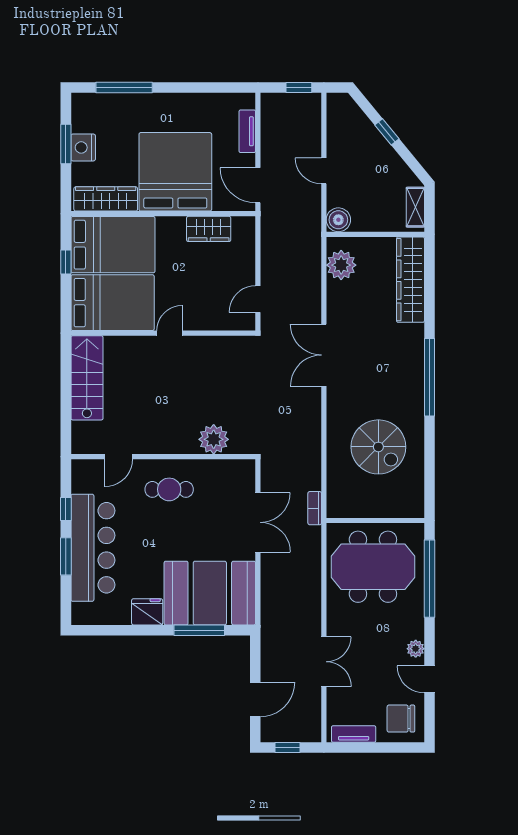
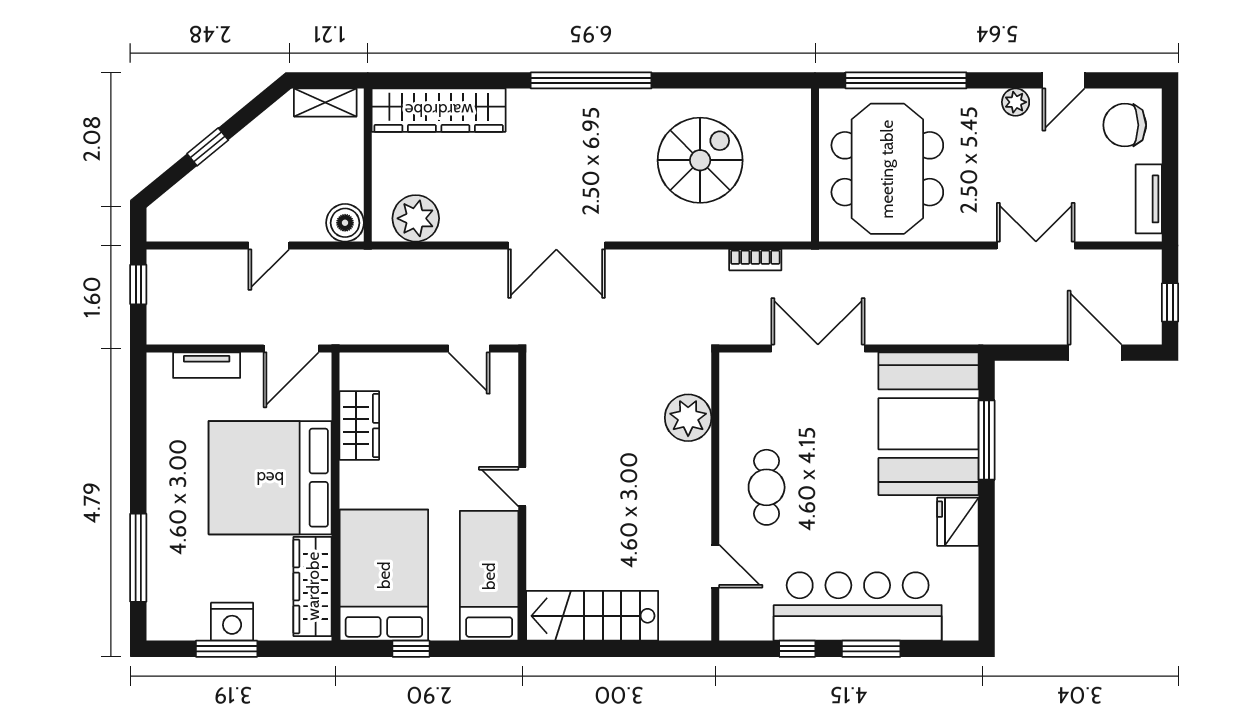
bed: (113, 303) -> (489, 576), width x0.67
bookcase: (315, 508) -> (755, 260), moved
chair: (401, 719) -> (1125, 125), turned 90

